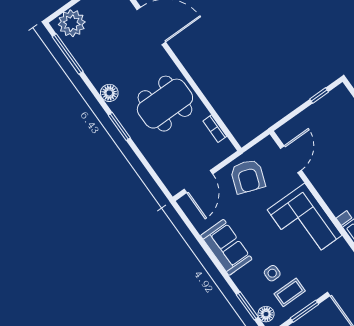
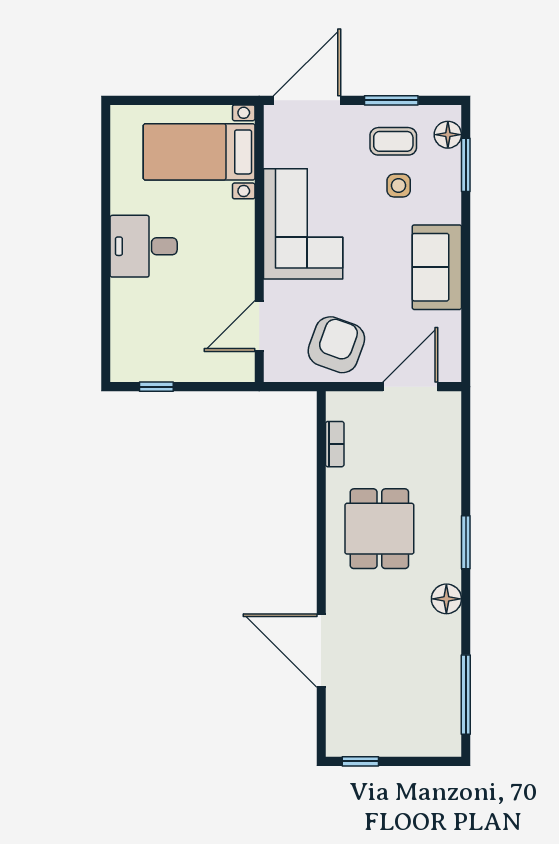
plant: (72, 23) -> (430, 733), removed
dining table: (165, 104) -> (379, 529), width x0.73

